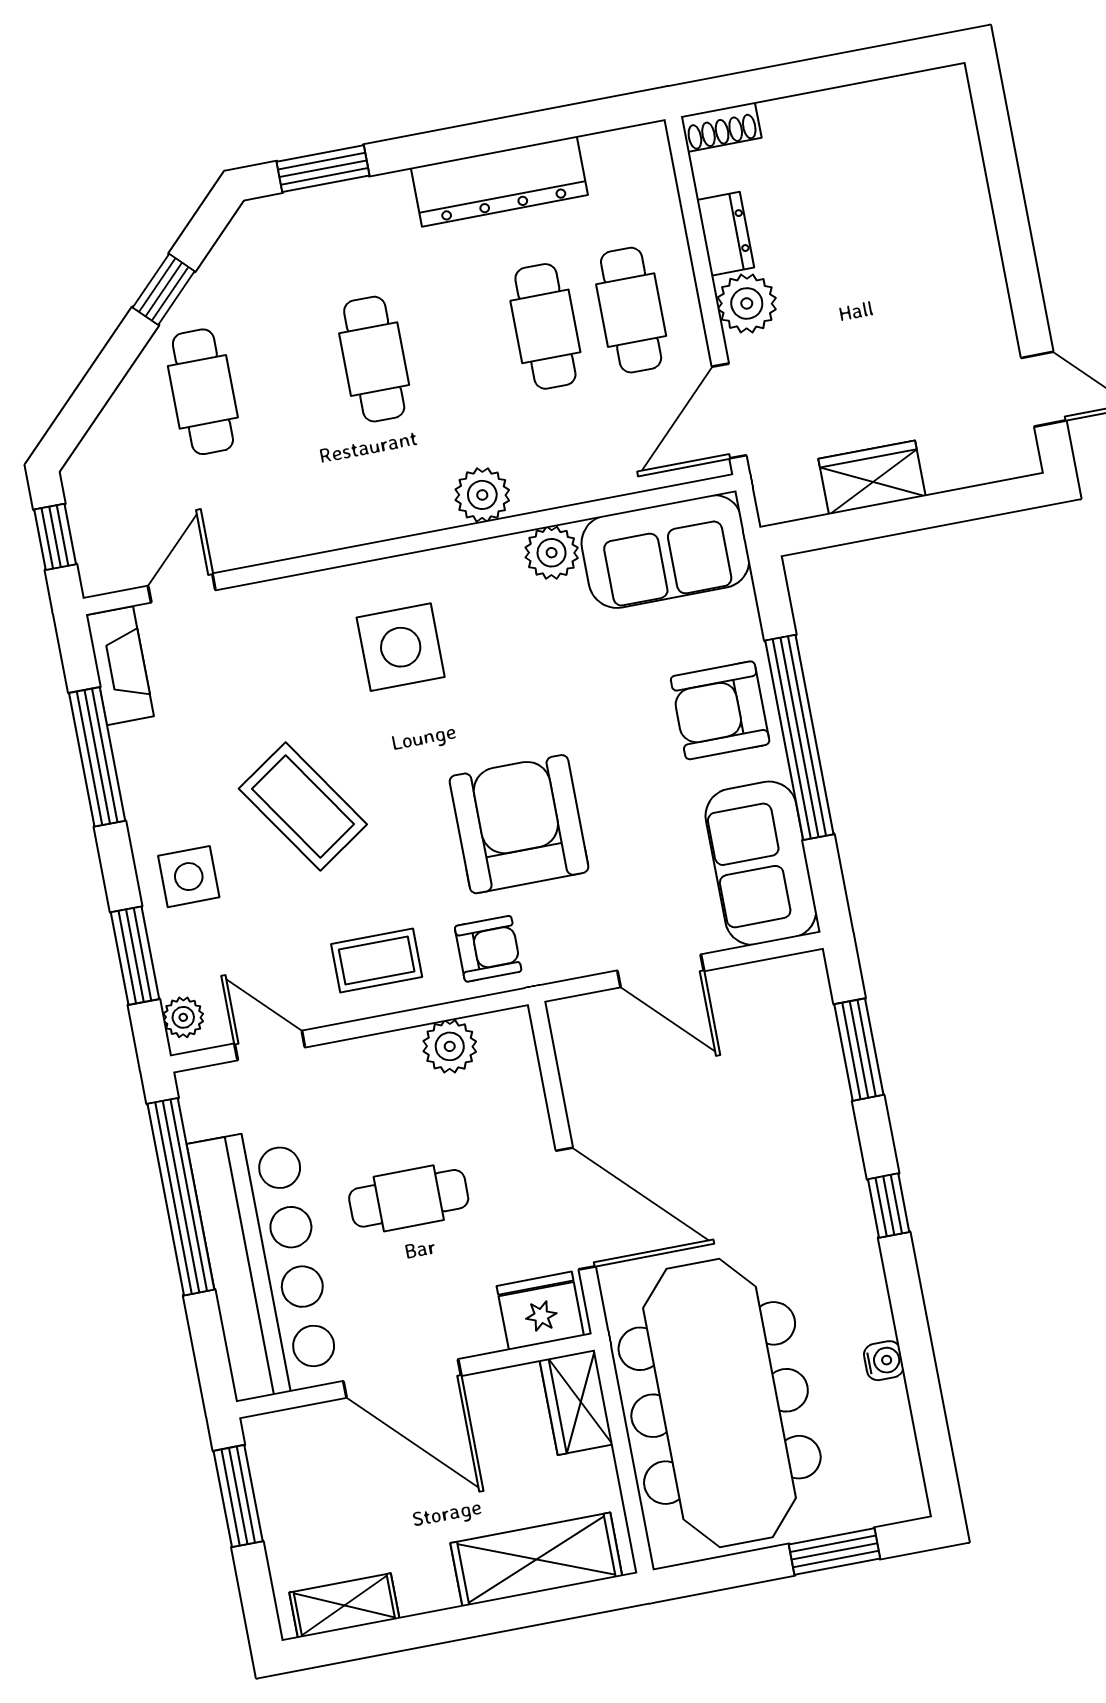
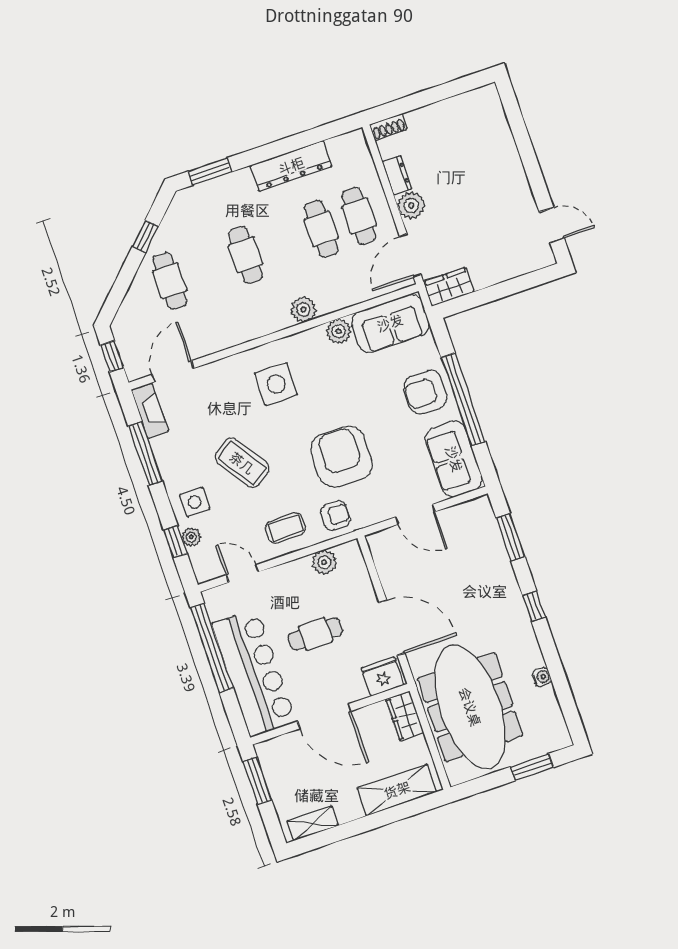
wardrobe: (872, 477) -> (449, 287), moved
door: (182, 588) -> (173, 371), width x1.38
window: (135, 956) -> (175, 541), width x0.67
plant: (183, 1017) -> (191, 537), moved

